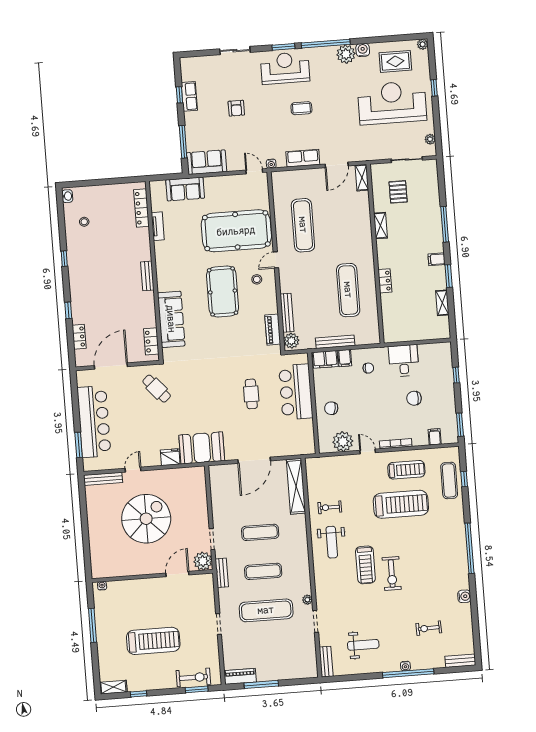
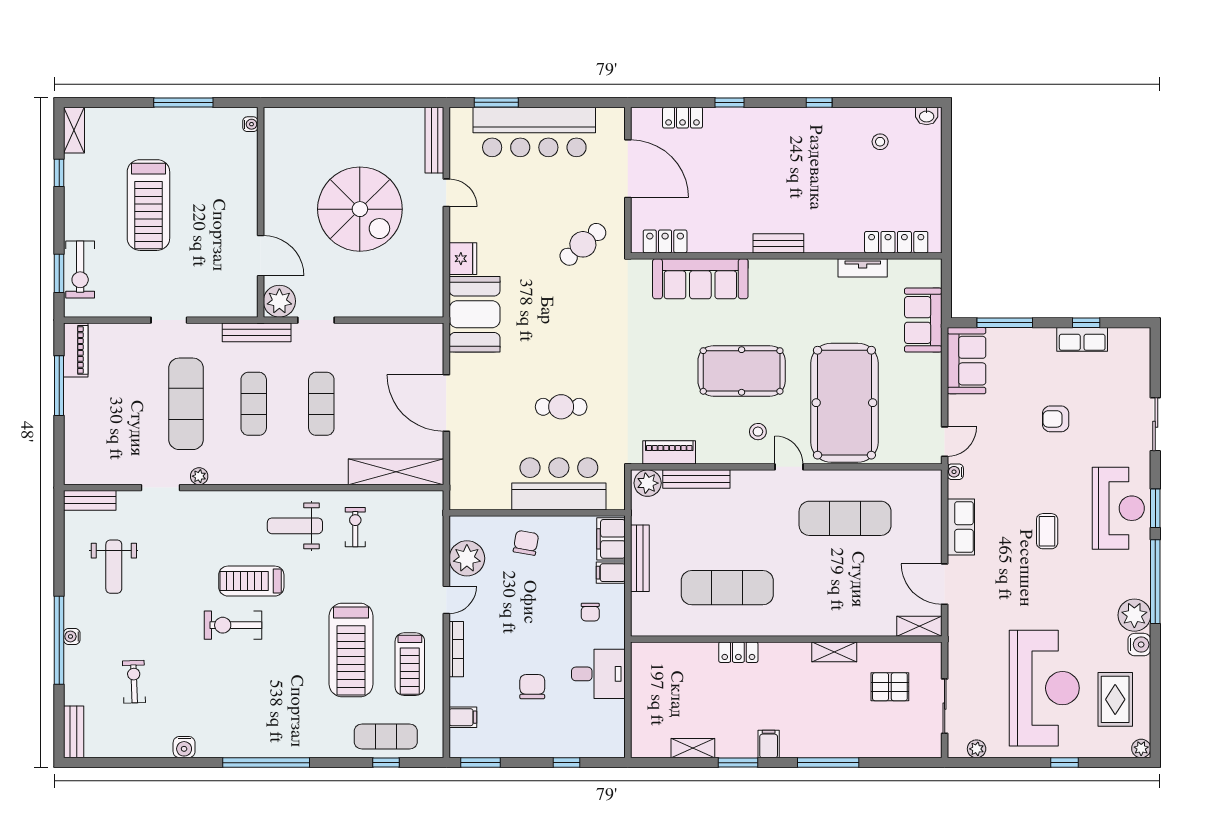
bench: (222, 573) -> (257, 332), width x1.36

